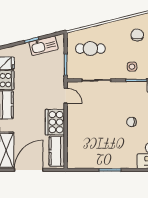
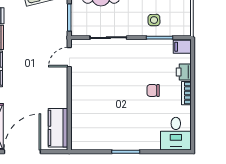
door: (66, 96) -> (69, 57), swing flipped
cooker: (55, 122) -> (56, 91), removed

